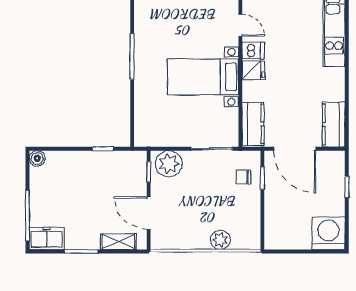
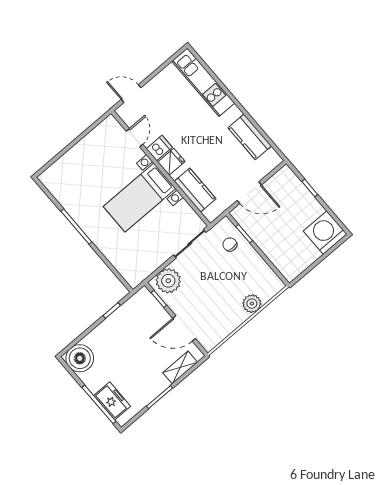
door: (240, 25) -> (135, 138), hinge flipped
kitchen counter: (253, 124) -> (195, 190), moved
kitchen counter: (334, 124) -> (250, 137), moved
door: (295, 149) -> (249, 193), width x0.73
boiler: (37, 158) -> (80, 358), width x1.86, depth x1.86
chair: (243, 177) -> (230, 244), turned 90
freezer: (47, 238) -> (112, 401), moved, turned 90

